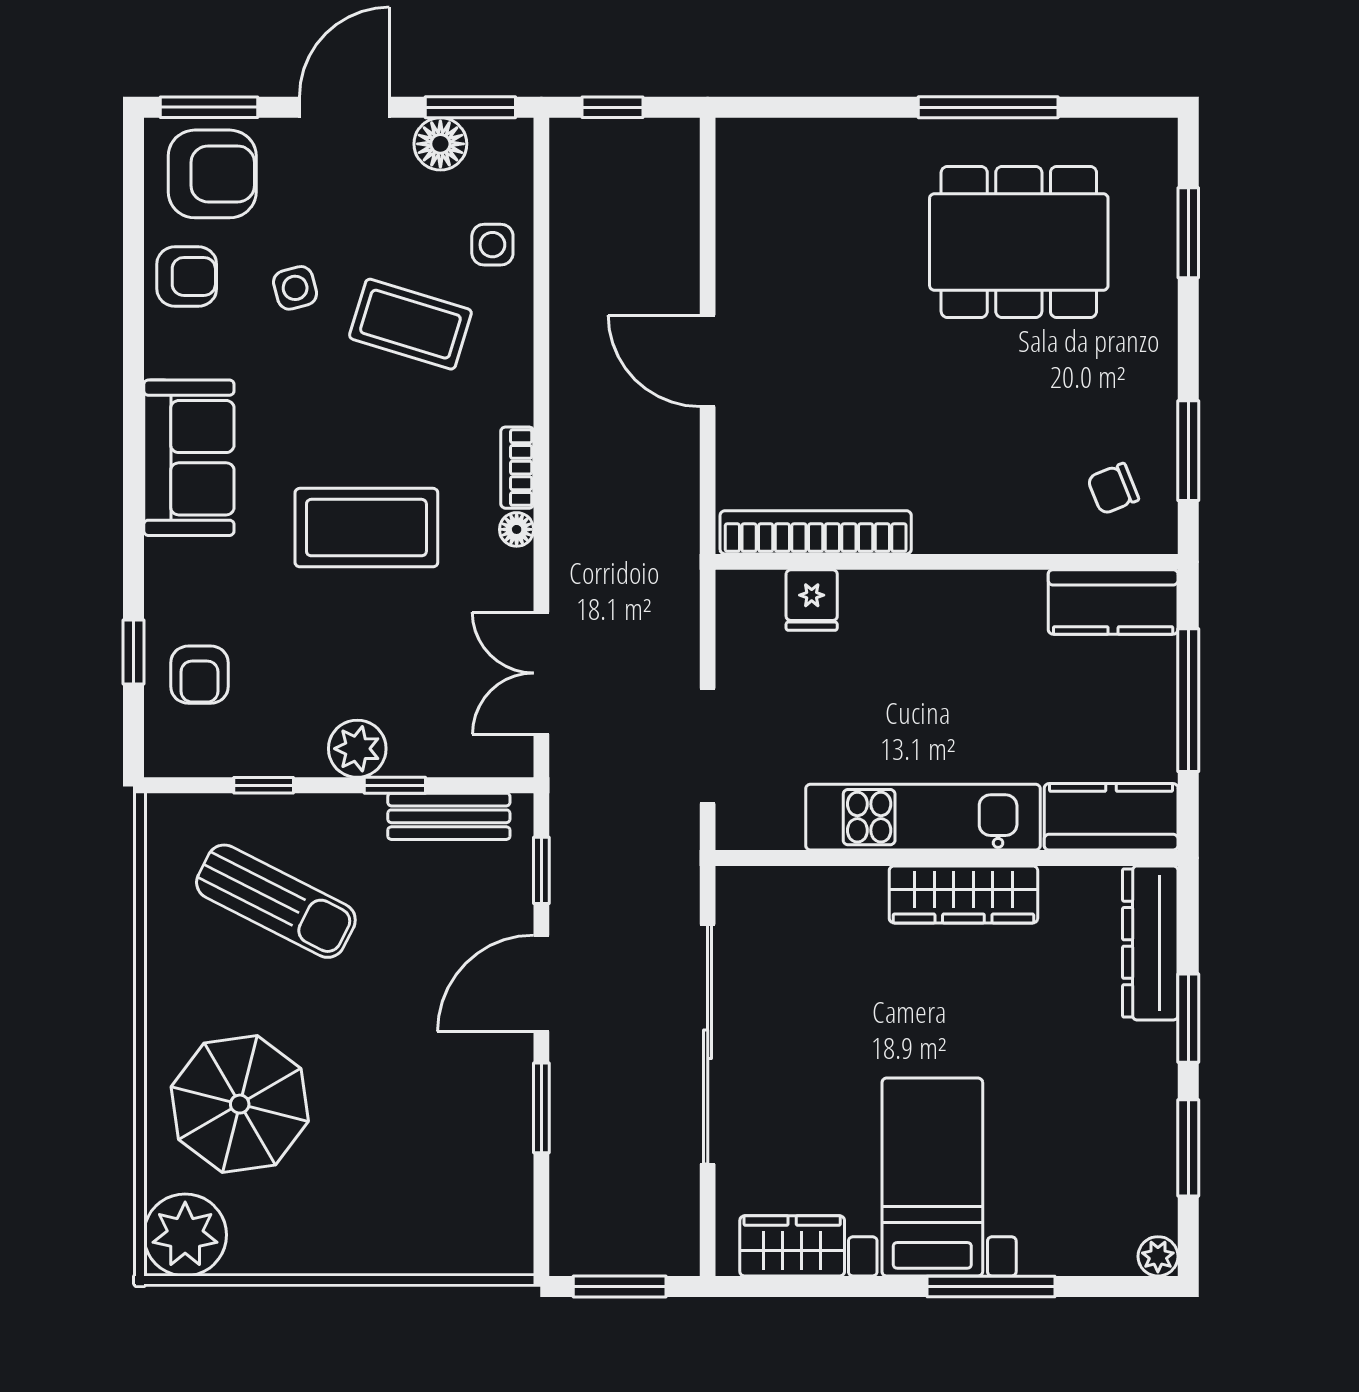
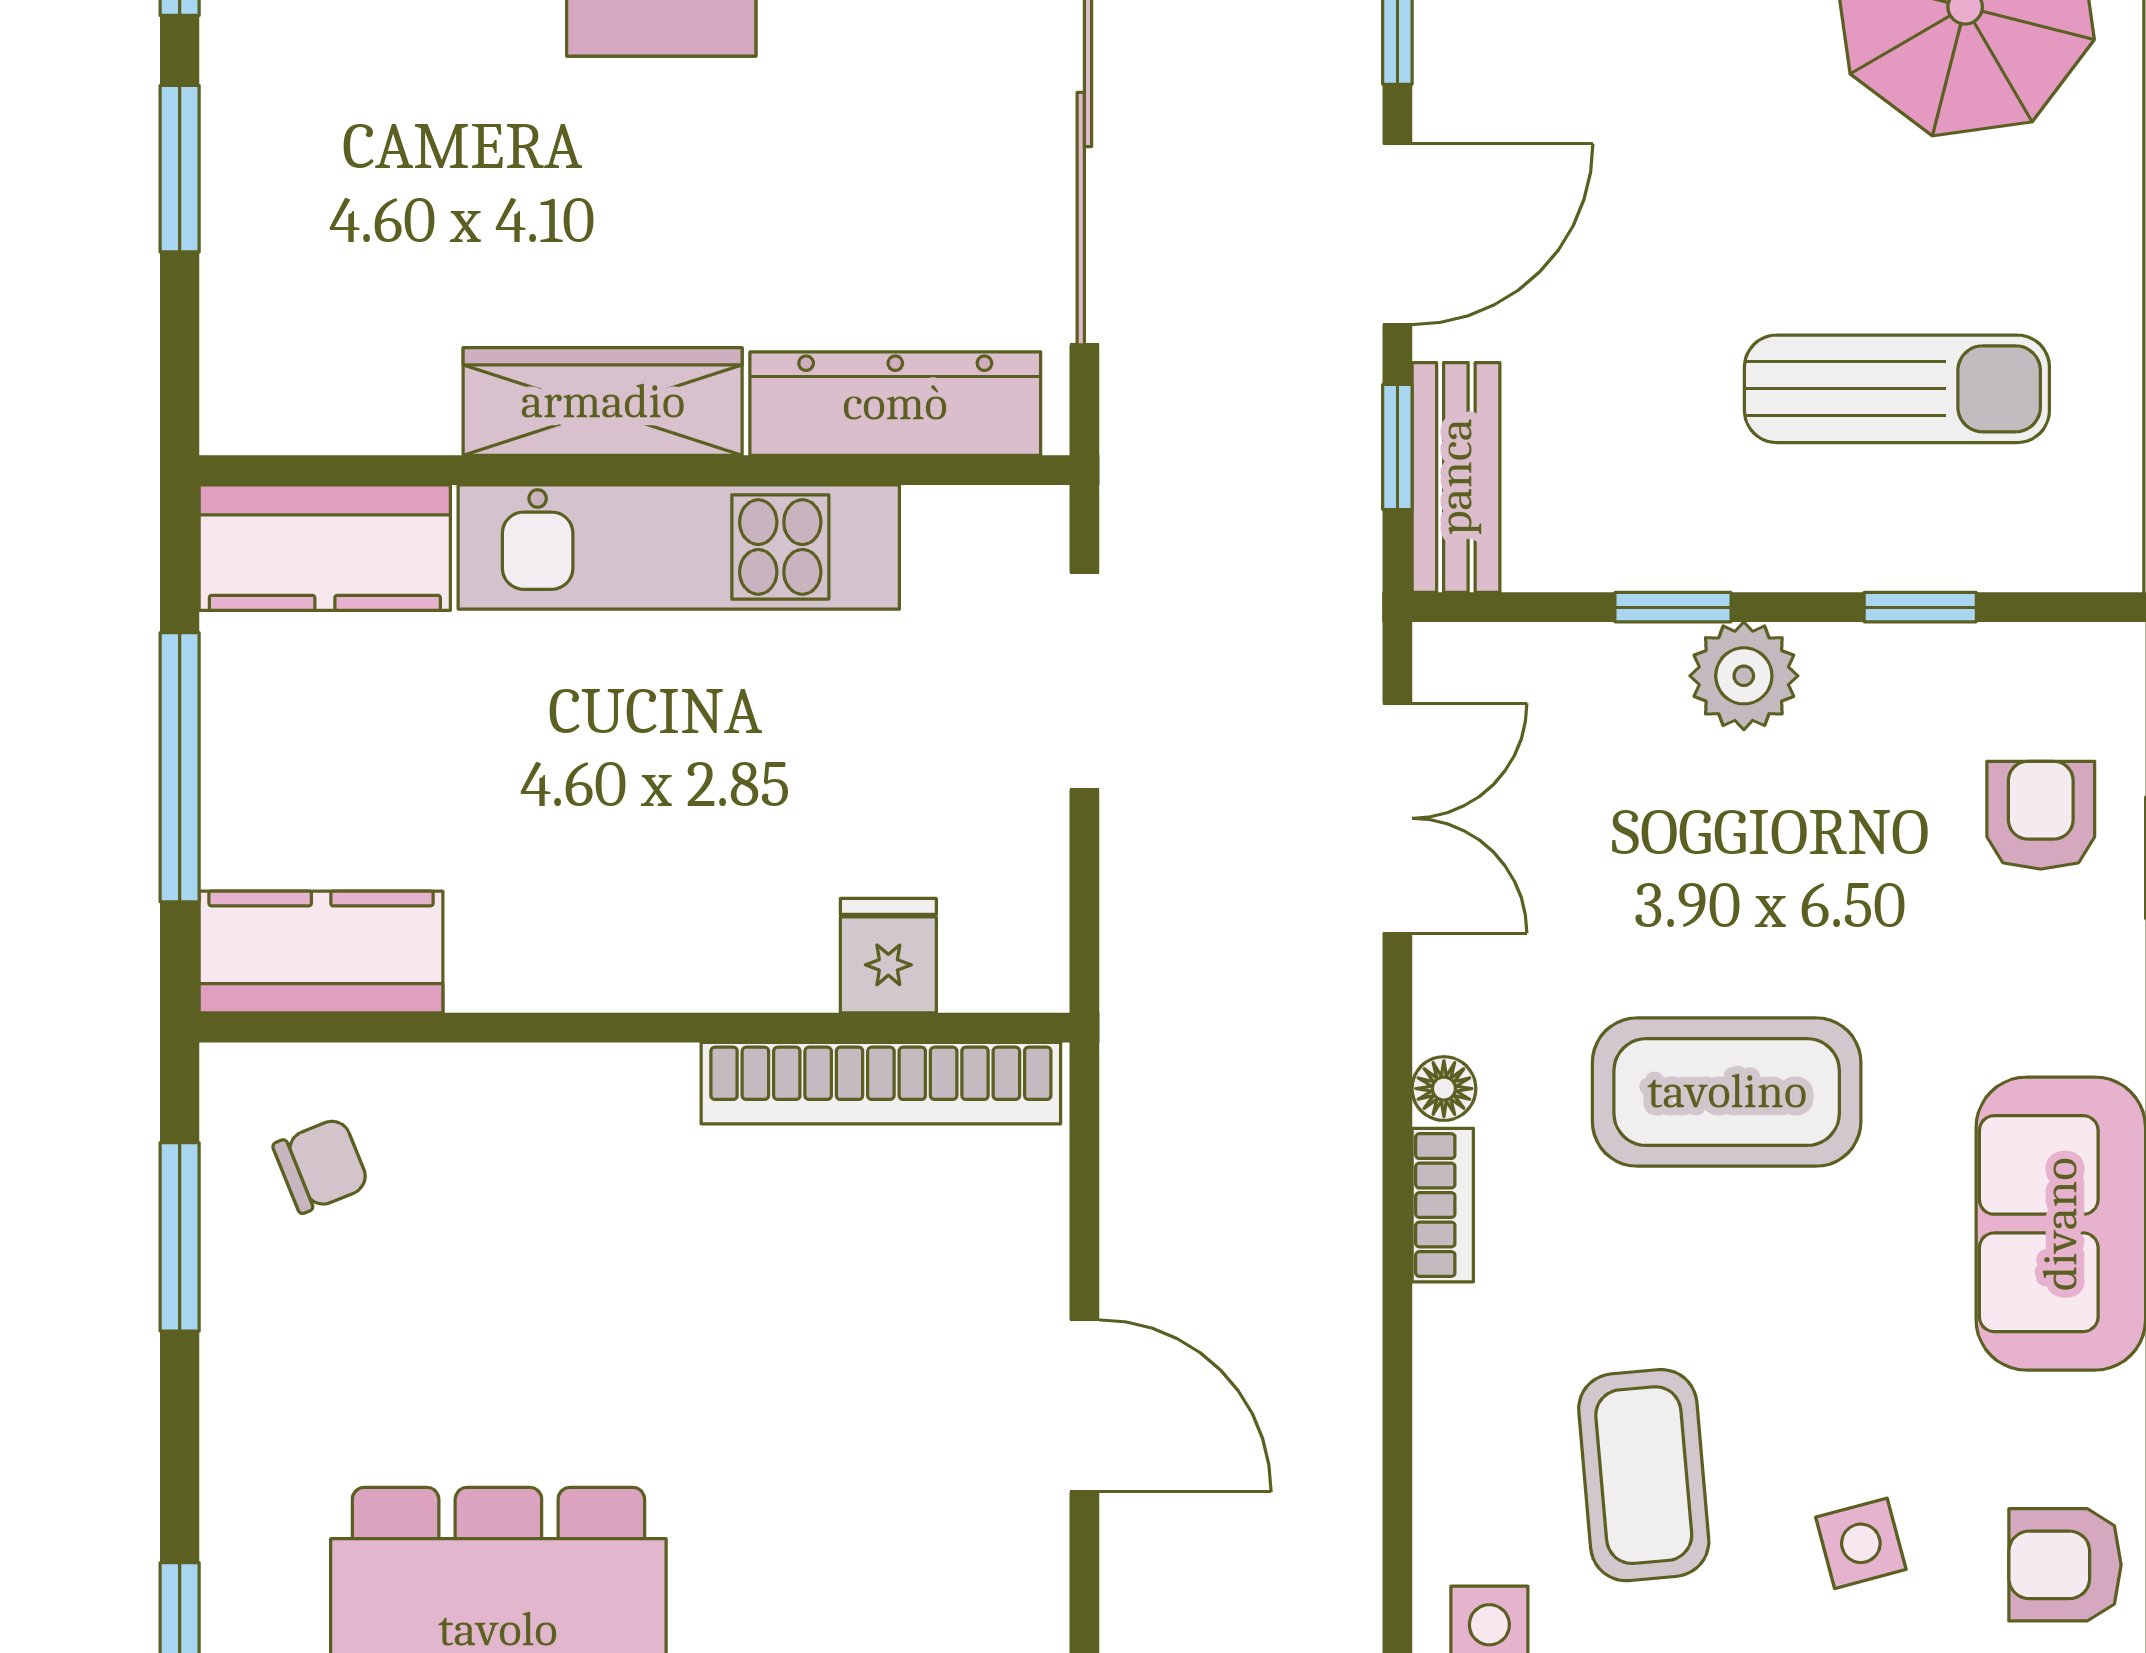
coffee table: (410, 324) -> (1644, 1475), turned 68
bench: (449, 816) -> (1456, 477), moved, turned 90
sun lounger: (276, 901) -> (1897, 389), turned 153
dresser: (1150, 943) -> (895, 404), moved, turned -90

